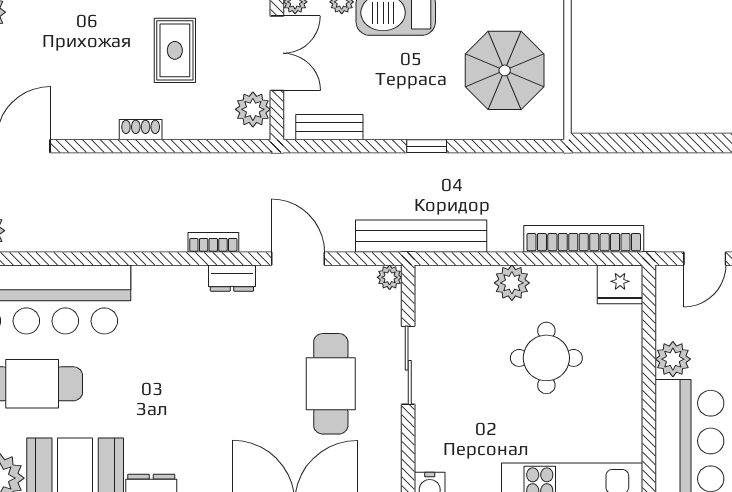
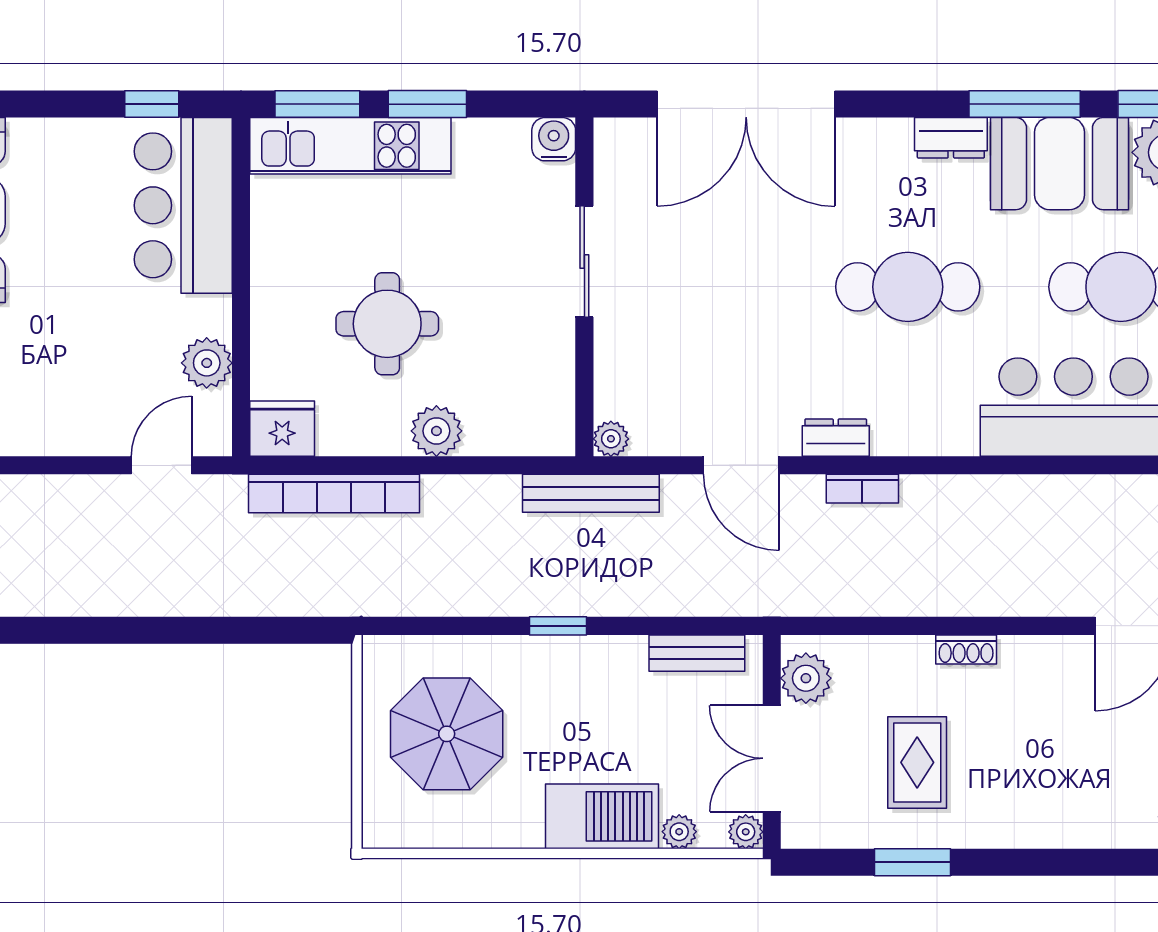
bench: (421, 236) -> (591, 493), width x0.73, depth x0.82
plant: (673, 359) -> (207, 363), moved
sliding door: (408, 365) -> (584, 261), moved
cafe table: (331, 384) -> (908, 287), moved, turned 90

